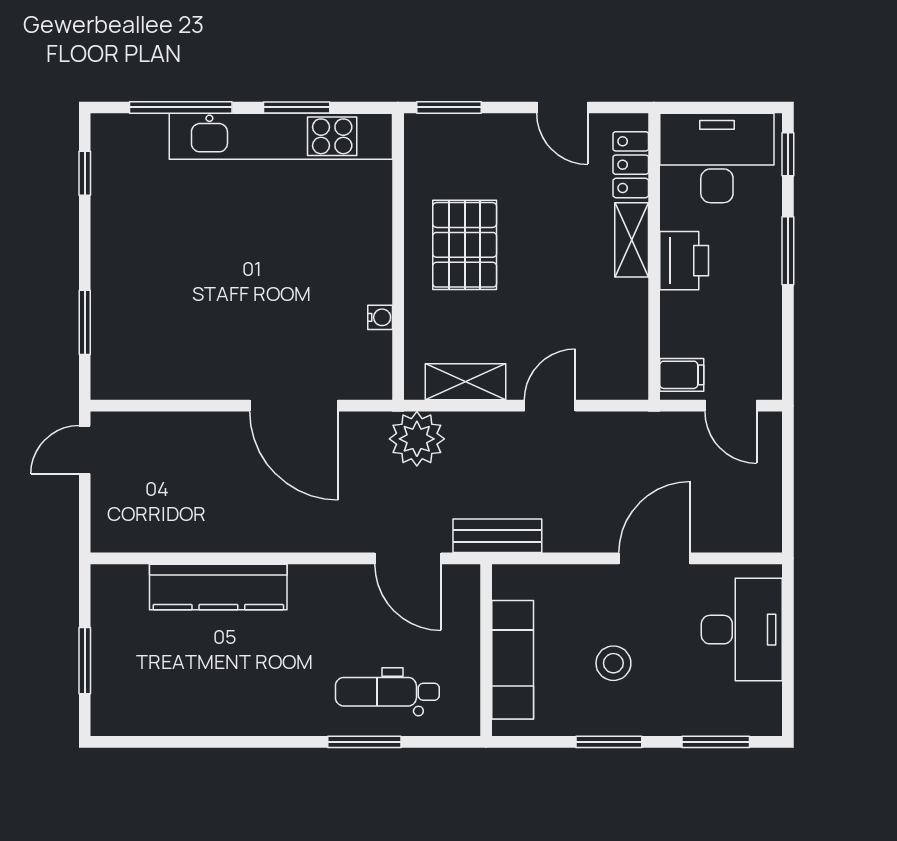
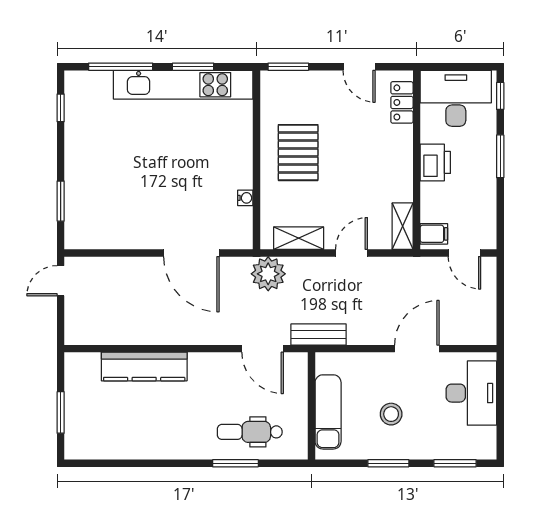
shelving: (632, 240) -> (403, 226), moved

